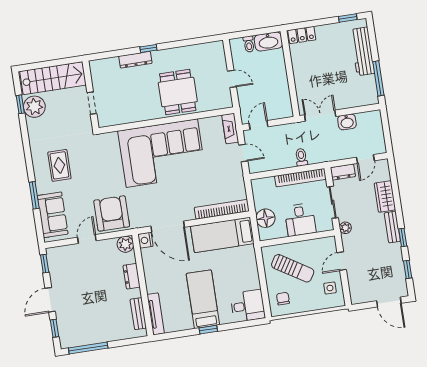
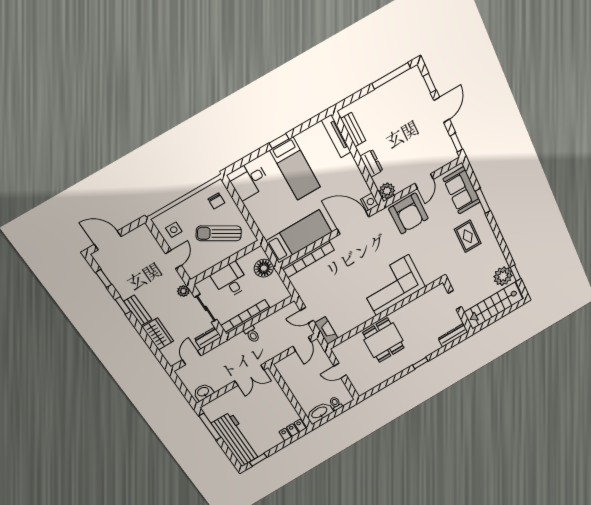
workbench: (362, 51) -> (236, 439), width x1.36, depth x1.32
dresser: (135, 60) -> (453, 335), moved
washbasin: (347, 122) -> (203, 392), moved
corner sofa: (162, 153) -> (392, 285), width x0.73, depth x0.74

